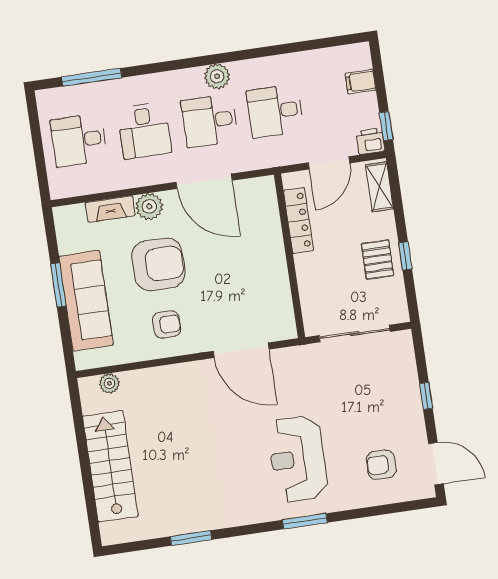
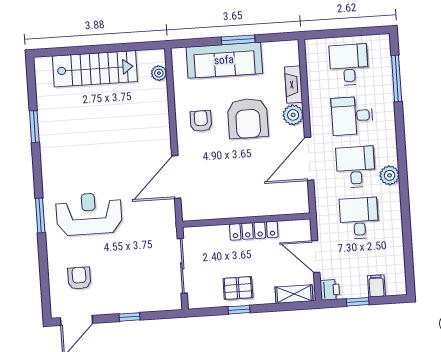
window: (386, 126) -> (358, 302), moved
locker: (298, 221) -> (254, 231), moved
armchair: (167, 324) -> (201, 121), turned 180

